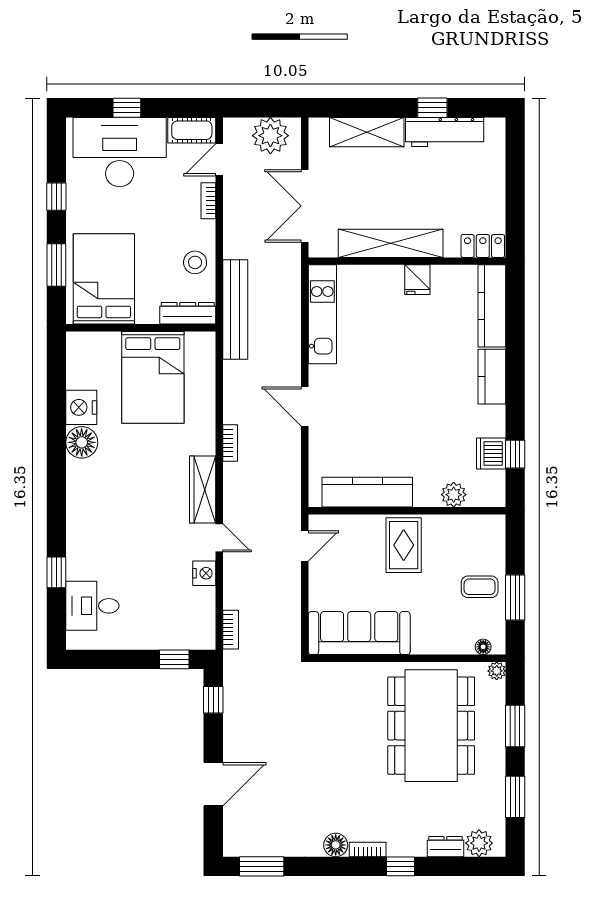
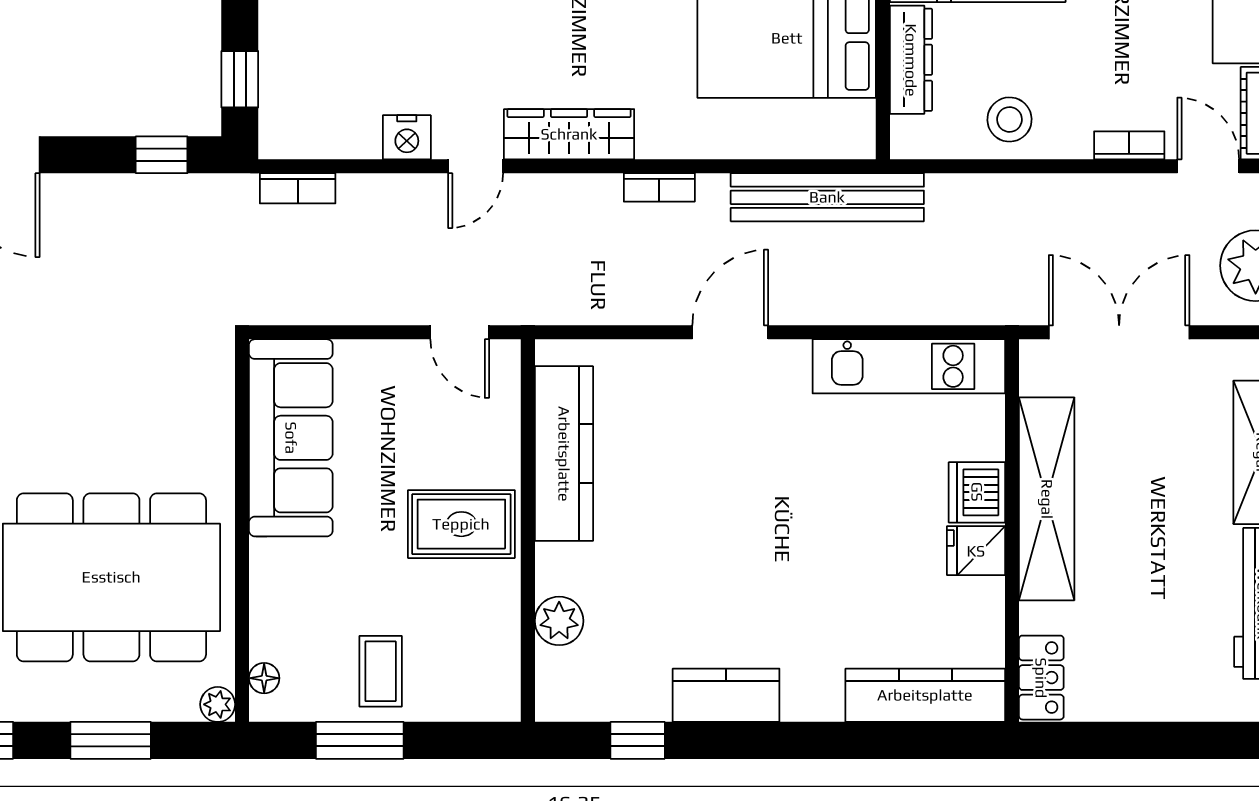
bench: (235, 310) -> (827, 197), moved
dresser: (188, 313) -> (911, 60), moved
kitchen counter: (492, 377) -> (726, 695), moved
dishwasher: (491, 454) -> (977, 492), moved, turned -90

